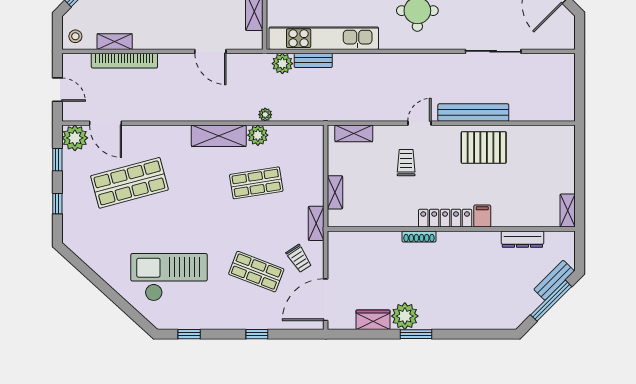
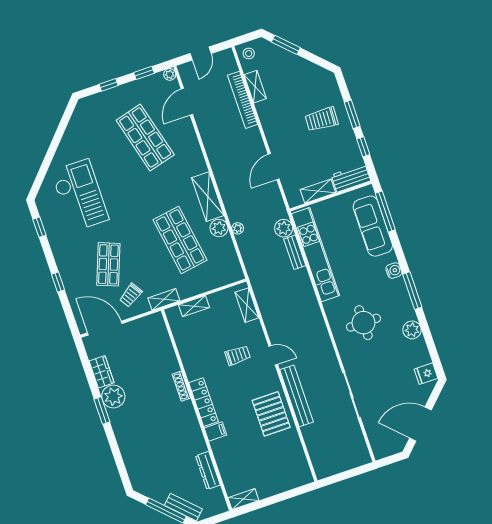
plant: (75, 138) -> (170, 74), width x0.53, depth x0.53
shop shelf: (256, 183) -> (180, 240), width x1.43, depth x1.36

